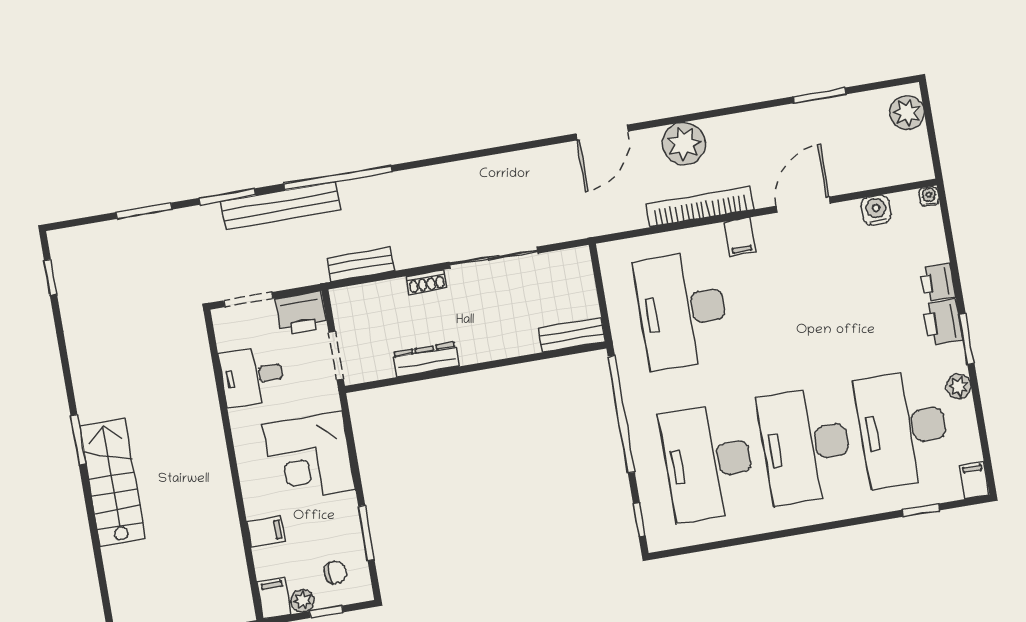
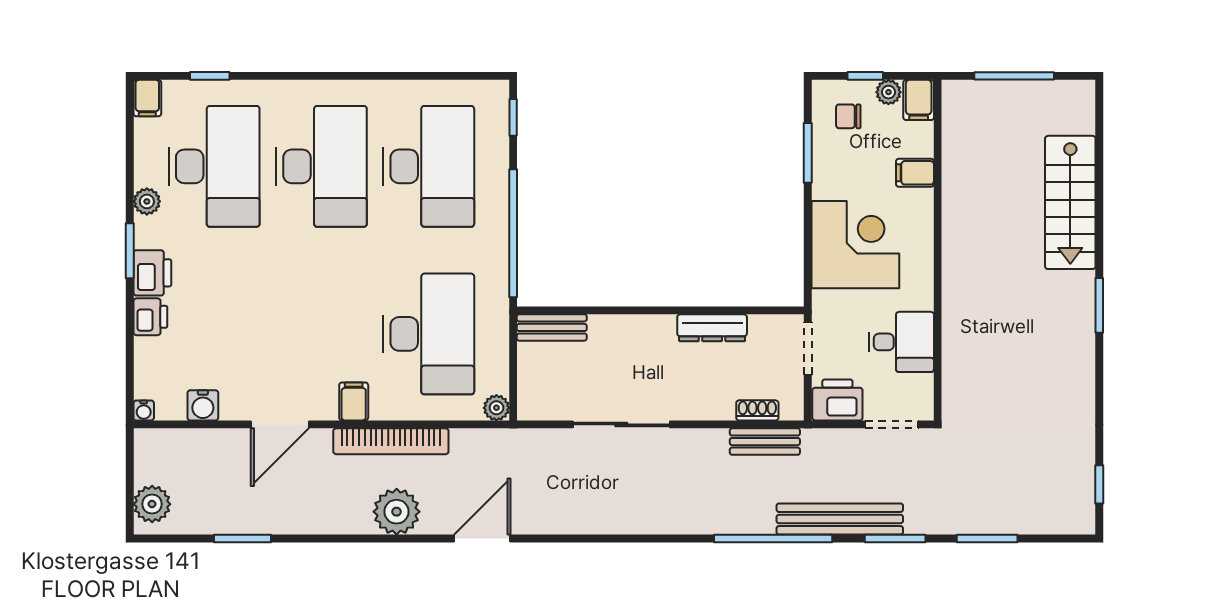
plant: (609, 253) -> (496, 408), added
shoe rack: (427, 282) -> (757, 410), moved
stairs: (113, 483) -> (1070, 202), moved

